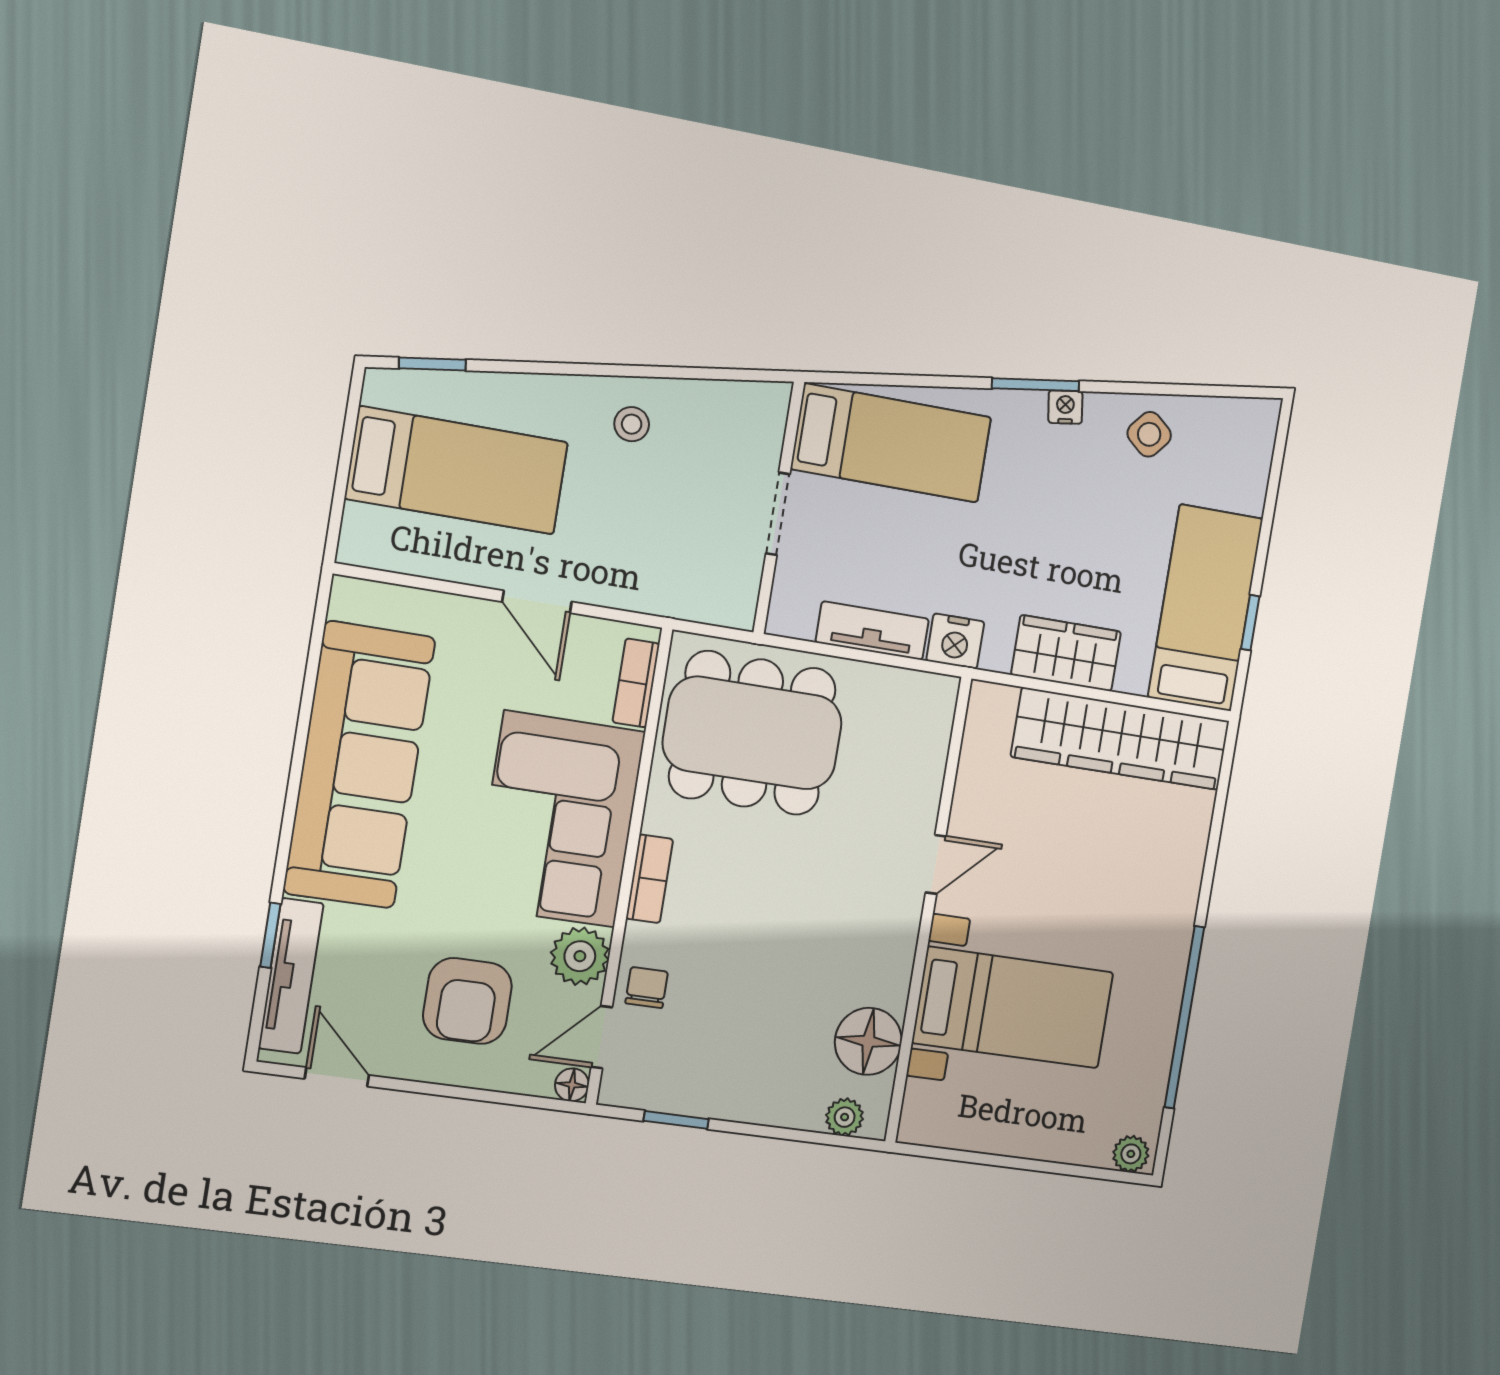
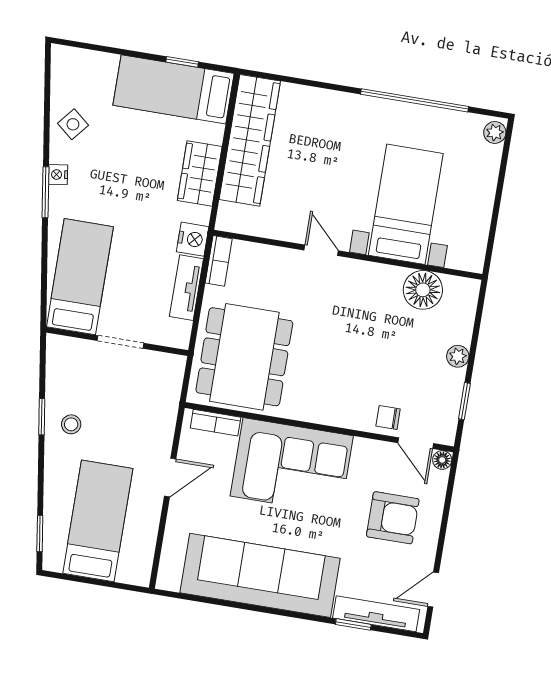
window: (645, 371) -> (42, 417), added
bookcase: (650, 879) -> (219, 261), moved, turned 90
plant: (580, 956) -> (369, 455), removed
plant: (845, 1117) -> (458, 356), moved

